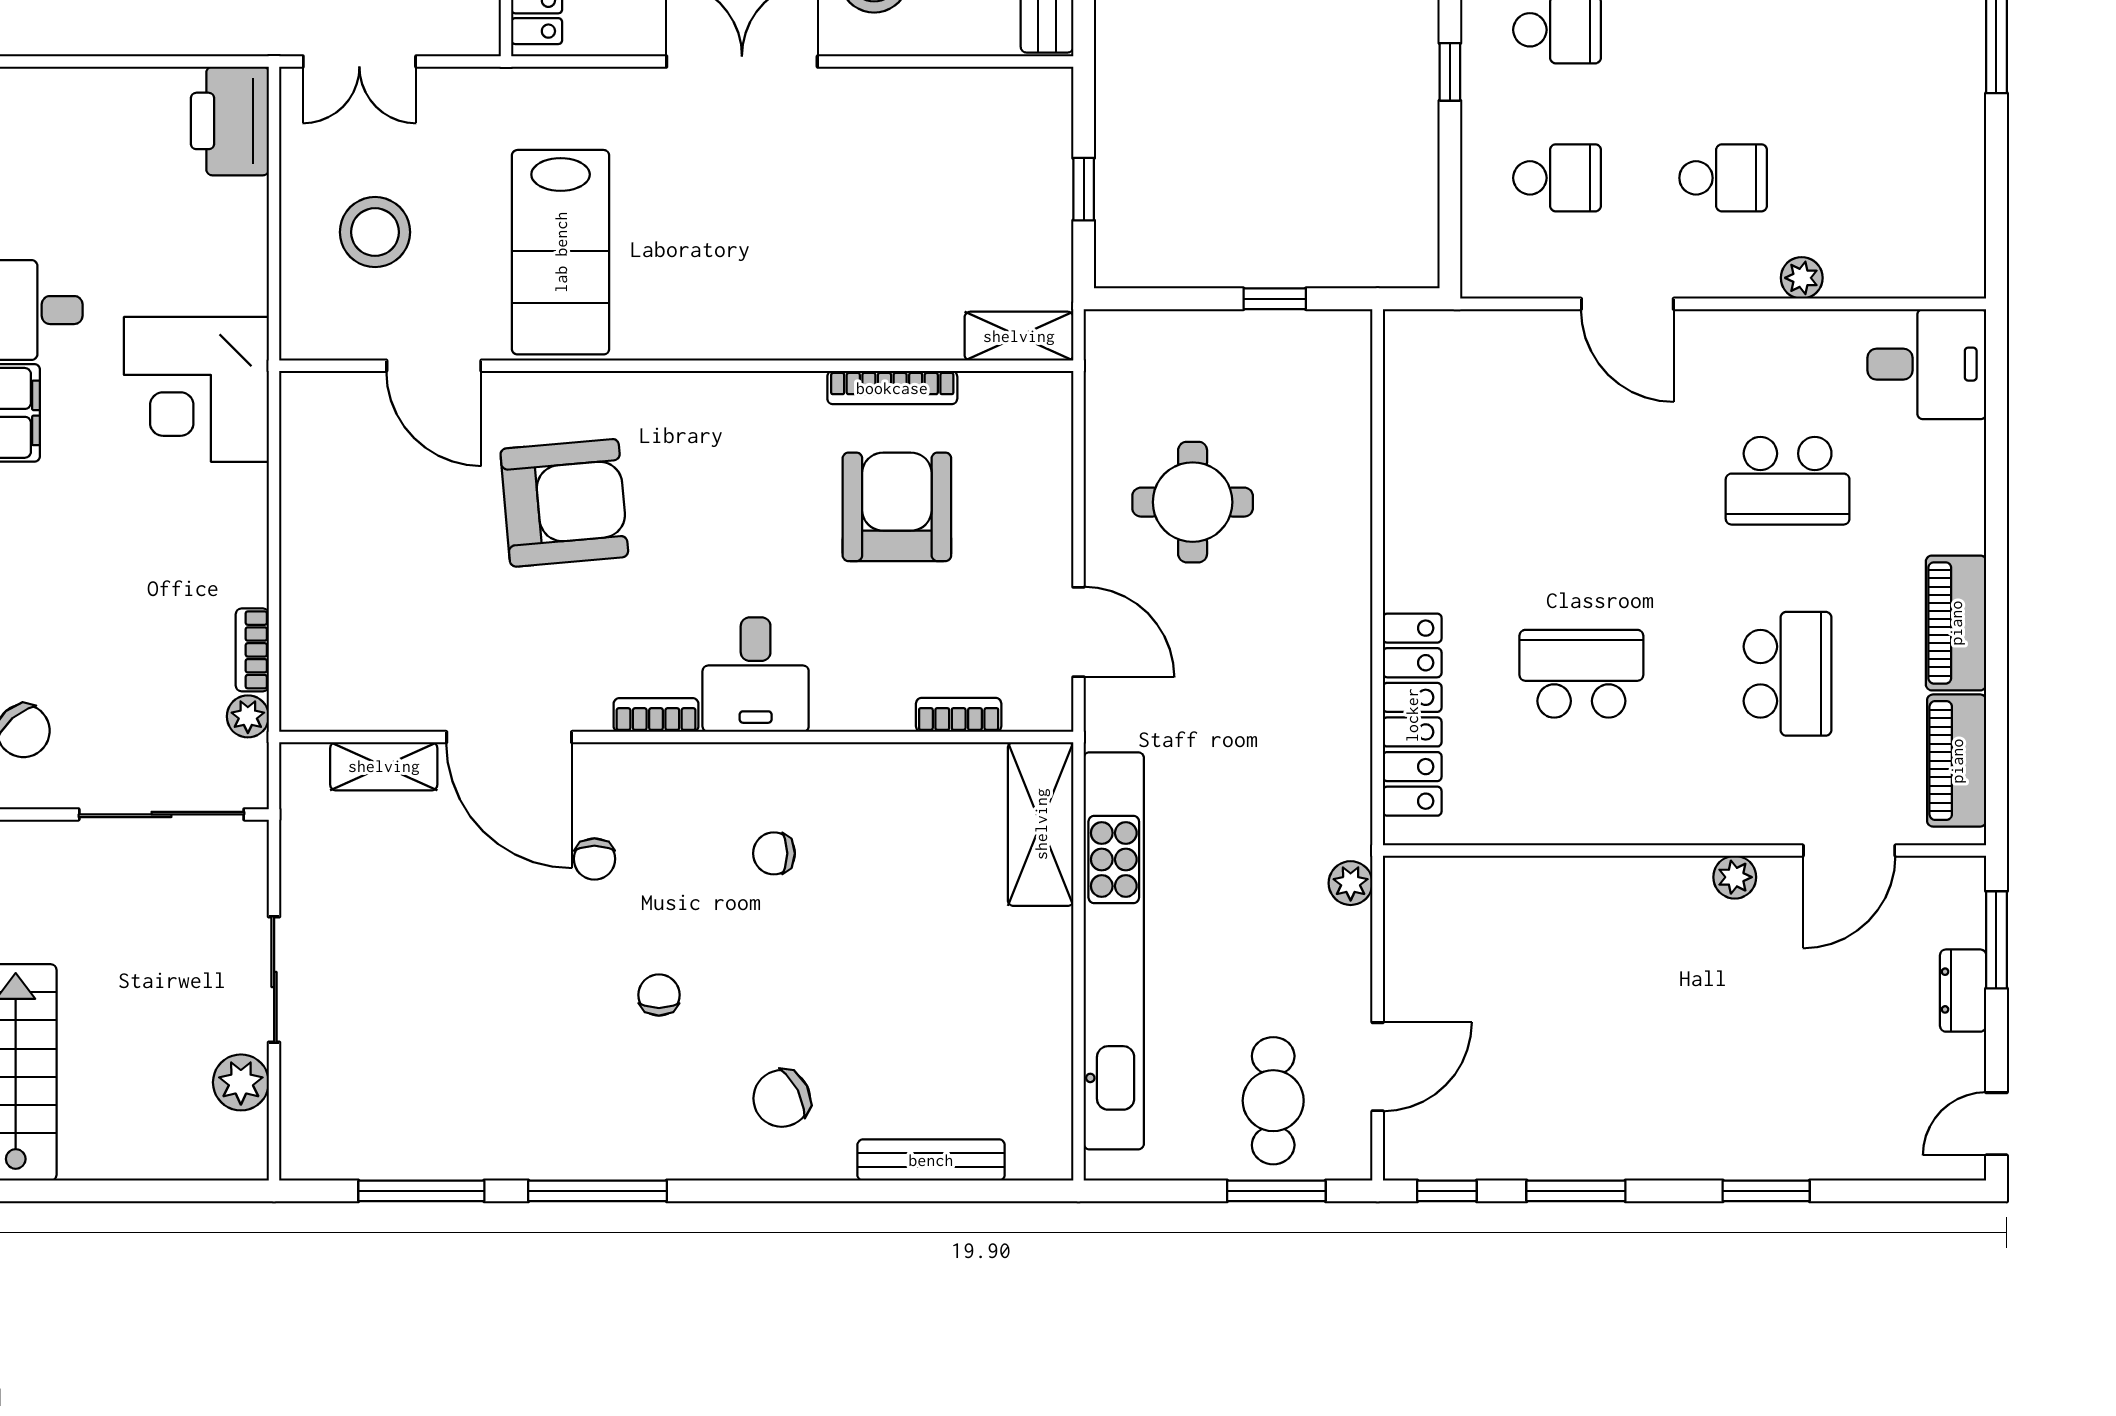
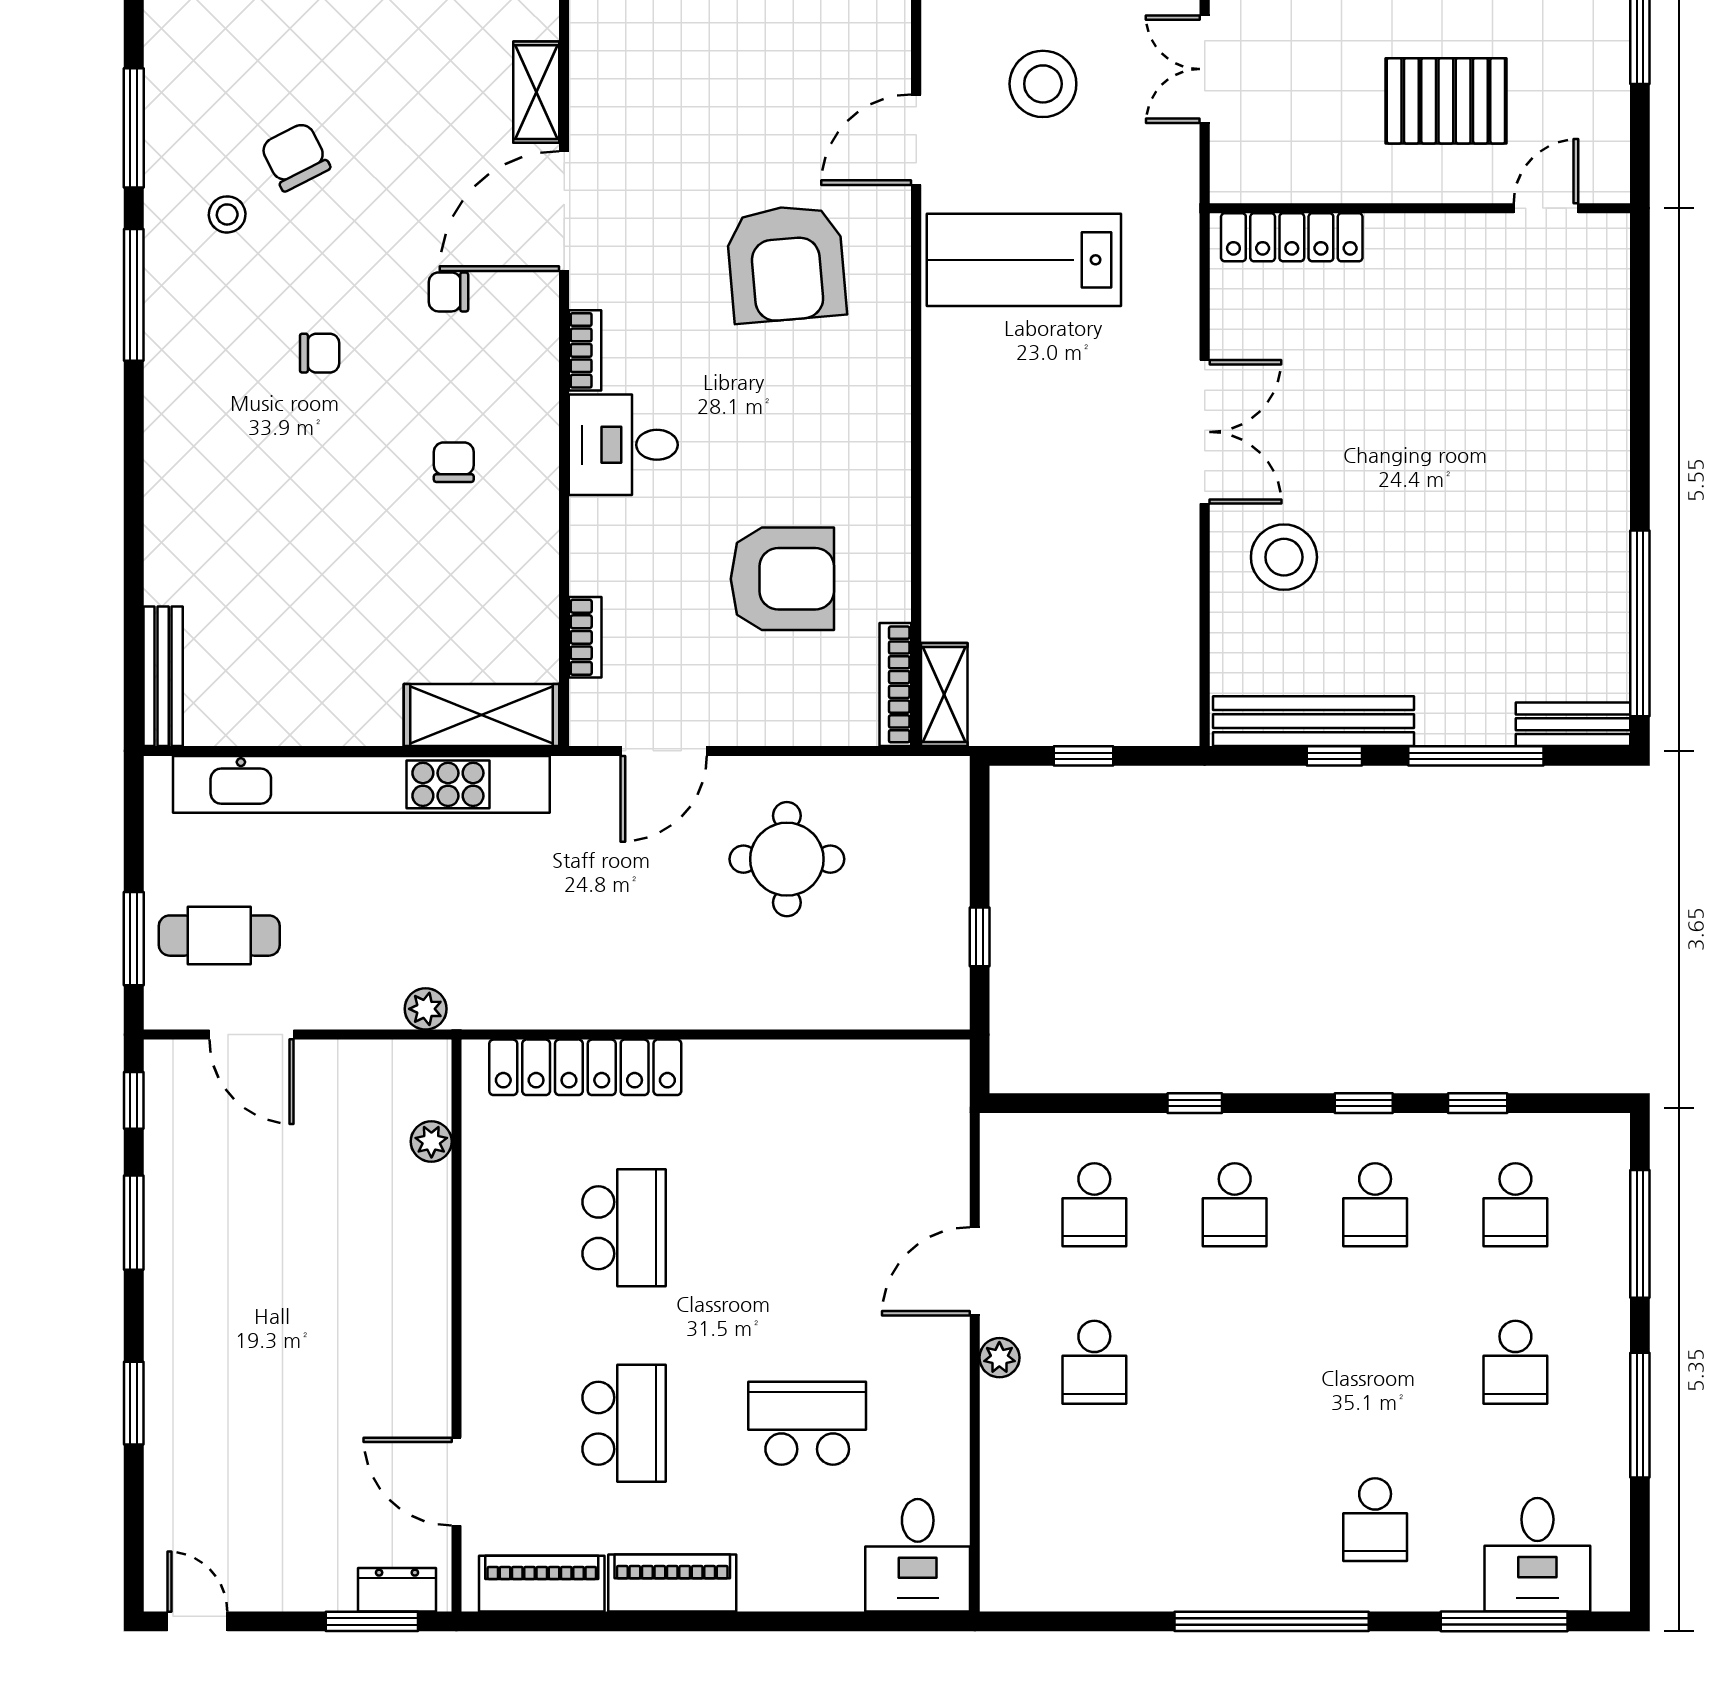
plant: (1802, 278) -> (999, 1358), moved
bookcase: (892, 388) -> (895, 684), moved
school desk: (1788, 481) -> (807, 1423), turned 90
school desk: (1788, 674) -> (624, 1423), turned -90
plant: (1735, 877) -> (431, 1141), moved
dresser: (1963, 991) -> (397, 1590), moved
stool: (513, 1092) -> (227, 214), added
chair: (782, 1098) -> (295, 157), moved
bench: (931, 1160) -> (163, 676), moved

